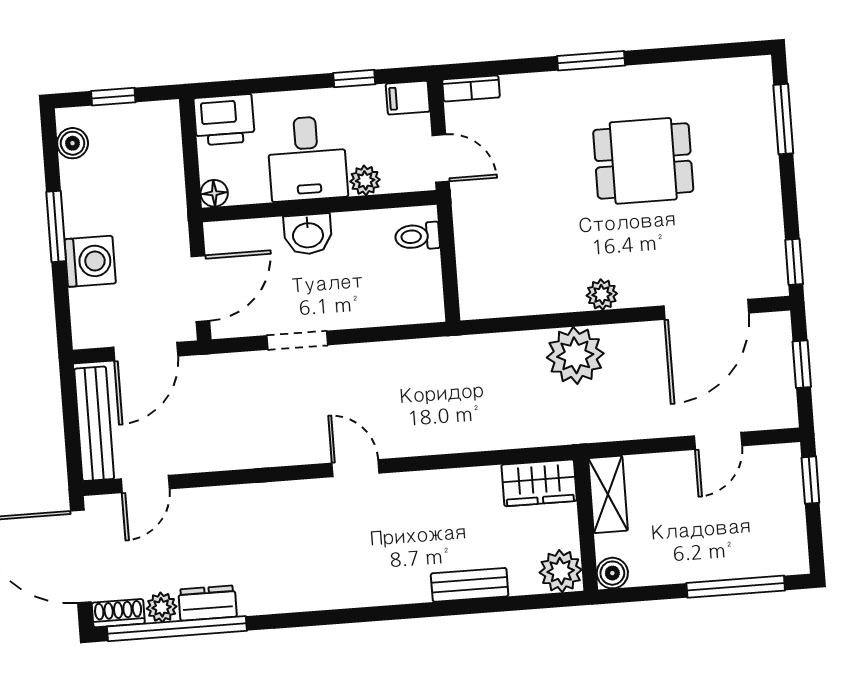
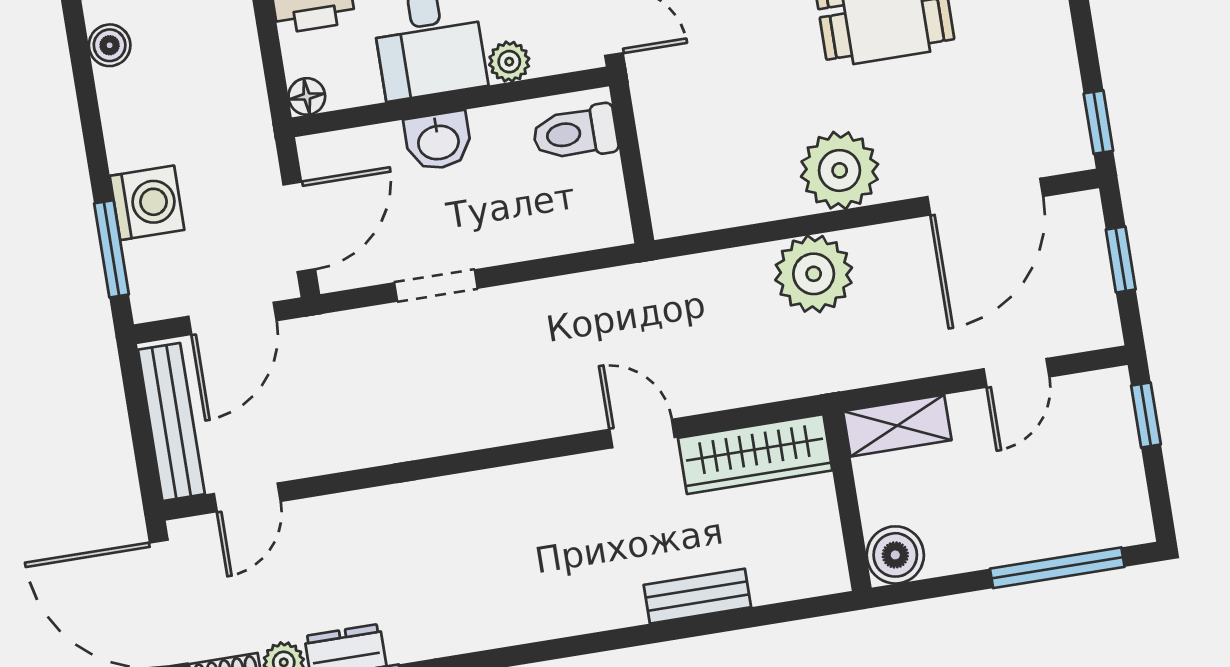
window: (56, 226) -> (111, 249), moved
toilet: (417, 236) -> (575, 133), width x1.37, depth x1.39
plant: (602, 295) -> (840, 170), width x1.87, depth x1.87
door: (356, 468) -> (642, 433), moved
wardrobe: (539, 483) -> (755, 454), width x1.50
shelving: (608, 494) -> (897, 426), moved, turned 90
plant: (561, 571) -> (819, 567), removed
boiler: (612, 573) -> (895, 555), width x1.36, depth x1.36

